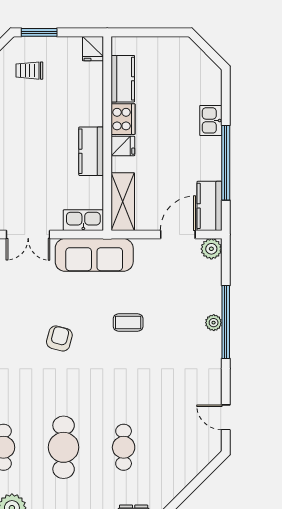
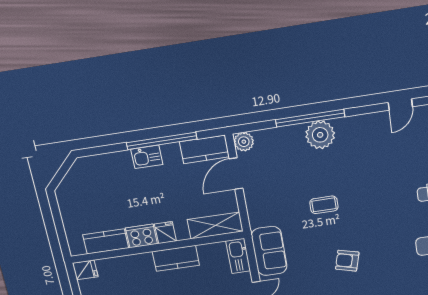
kitchen sink: (211, 120) -> (147, 157), moved
door: (178, 234) -> (236, 174), hinge flipped
sofa: (94, 255) -> (269, 251), width x0.73
coffee table: (128, 322) -> (324, 205), turned 90
plant: (214, 323) -> (320, 135), width x1.88, depth x1.88

